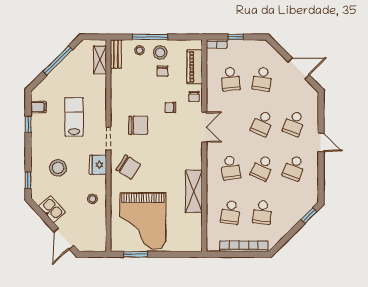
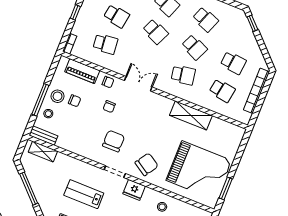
window: (236, 37) -> (75, 12), moved

